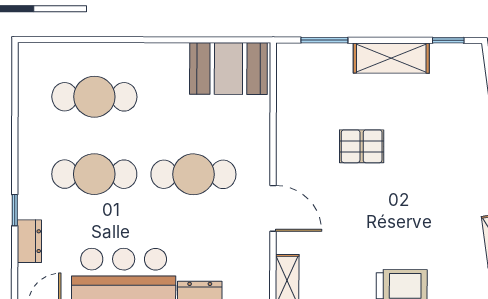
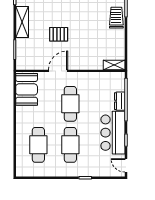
pallet: (362, 146) -> (59, 34), turned 90
door: (273, 208) -> (58, 71), moved
dresser: (29, 241) -> (98, 172), removed

